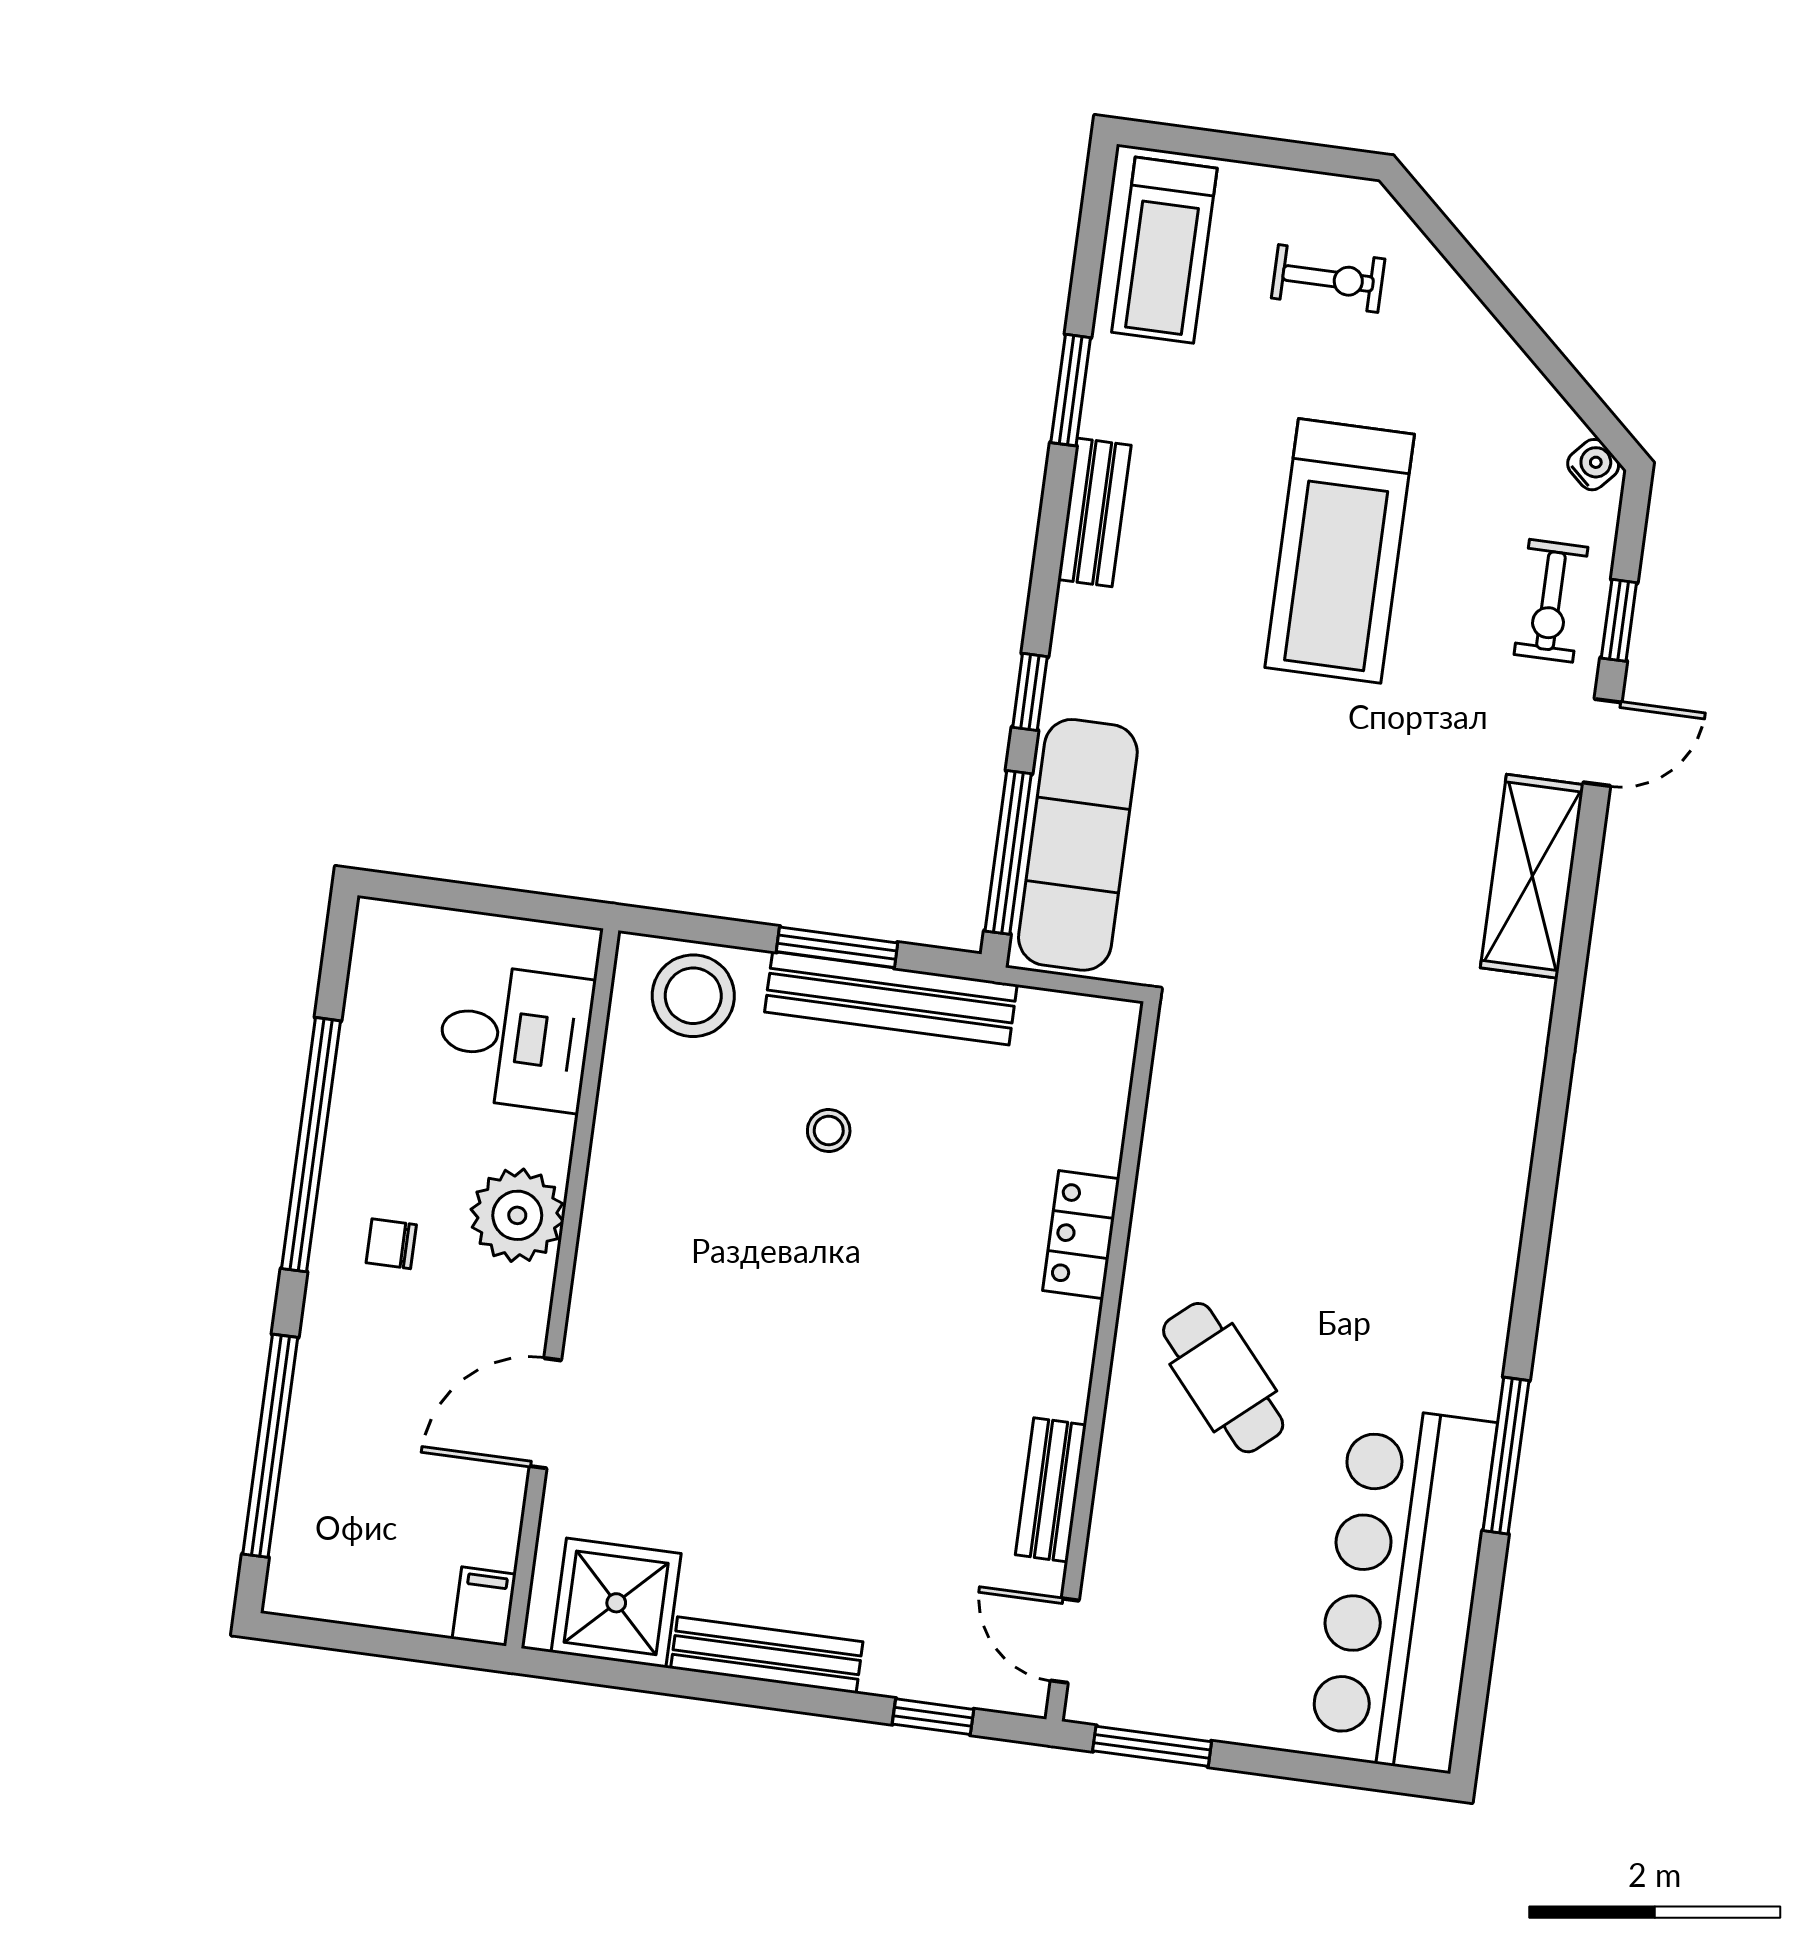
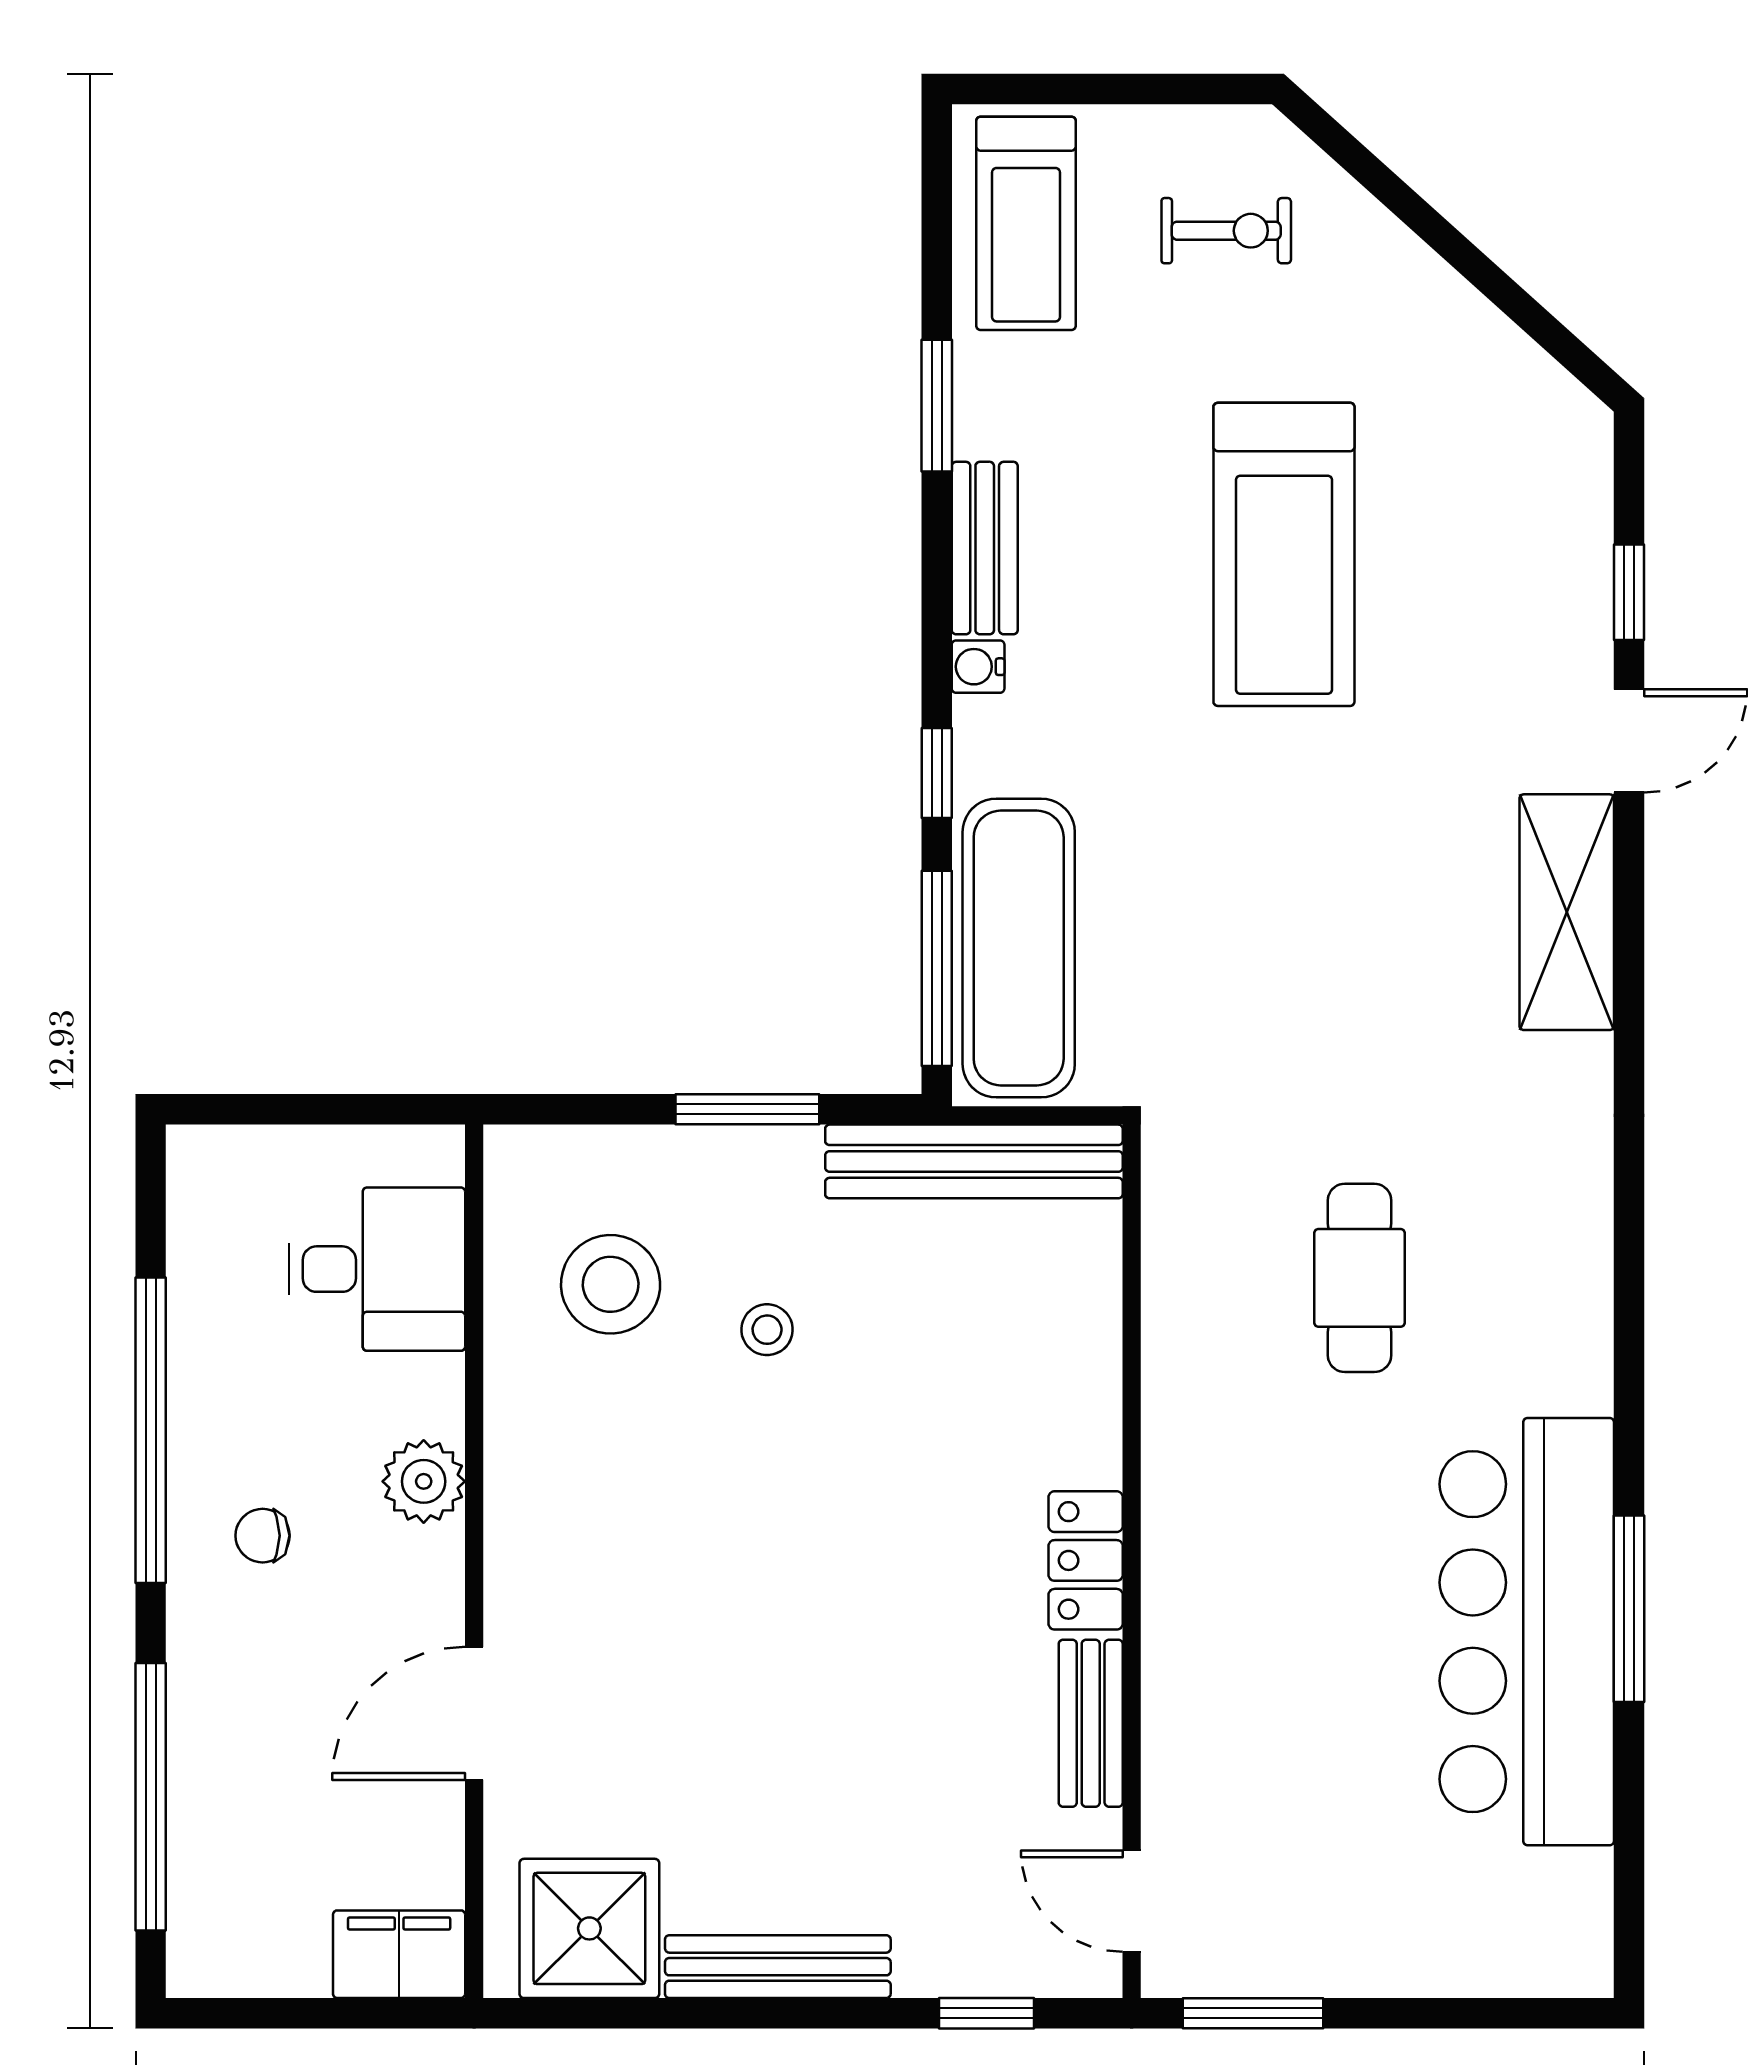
water cooler: (1593, 465) -> (978, 667), moved, turned -132
exercise bike: (1551, 601) -> (1545, 580), removed
stool: (693, 996) -> (611, 1284), moved
bench: (891, 998) -> (974, 1161), moved
plant: (517, 1215) -> (424, 1481), width x0.73, depth x0.73
locker: (1081, 1235) -> (1086, 1560), moved
cafe table: (1223, 1378) -> (1360, 1278), moved, turned 41
bar counter: (1402, 1589) -> (1527, 1632), moved
filing cabinet: (484, 1607) -> (399, 1954), width x2.00

